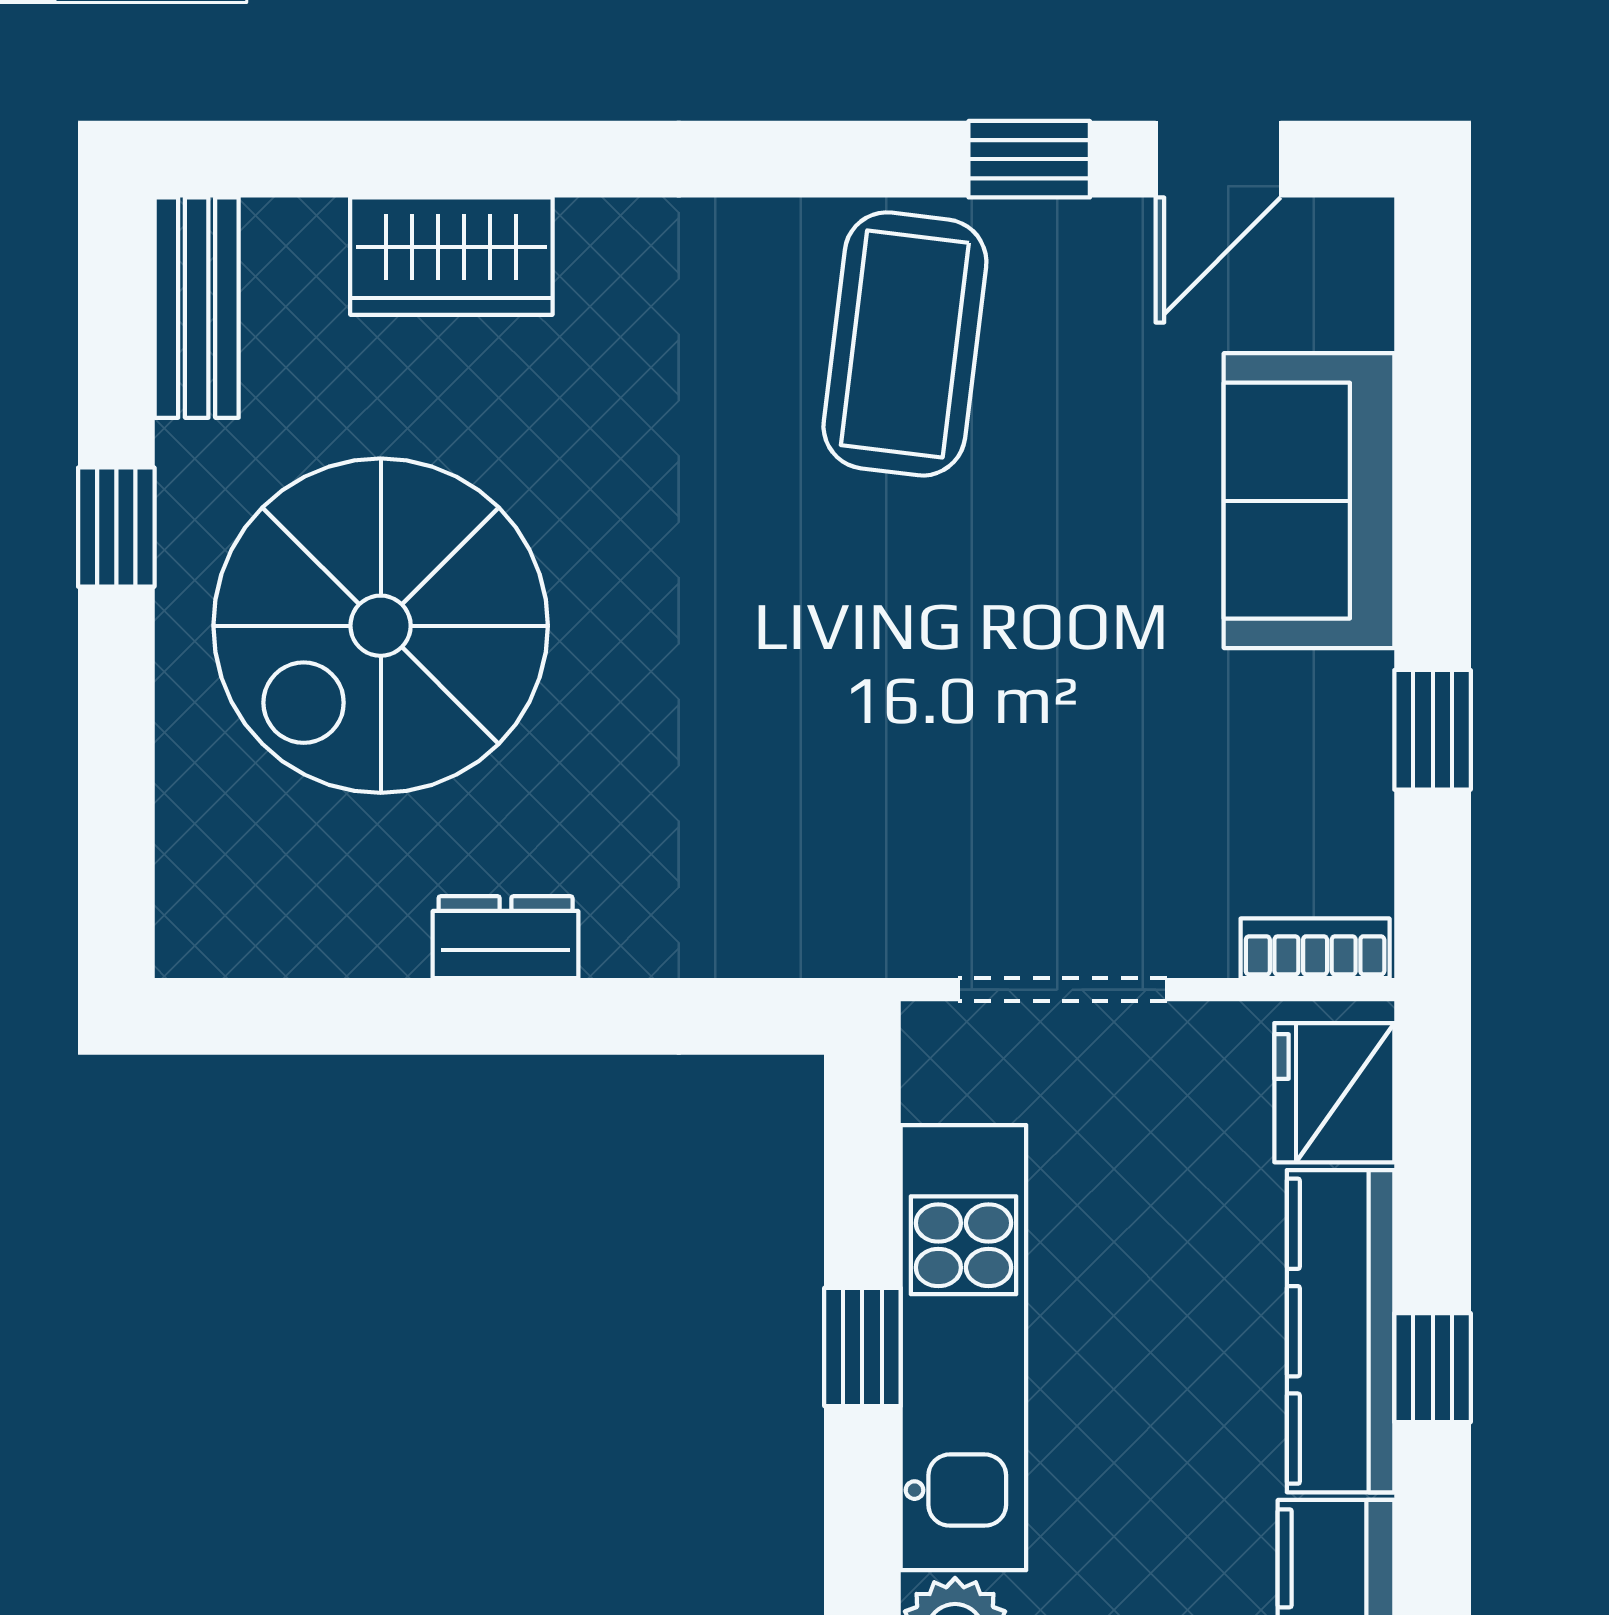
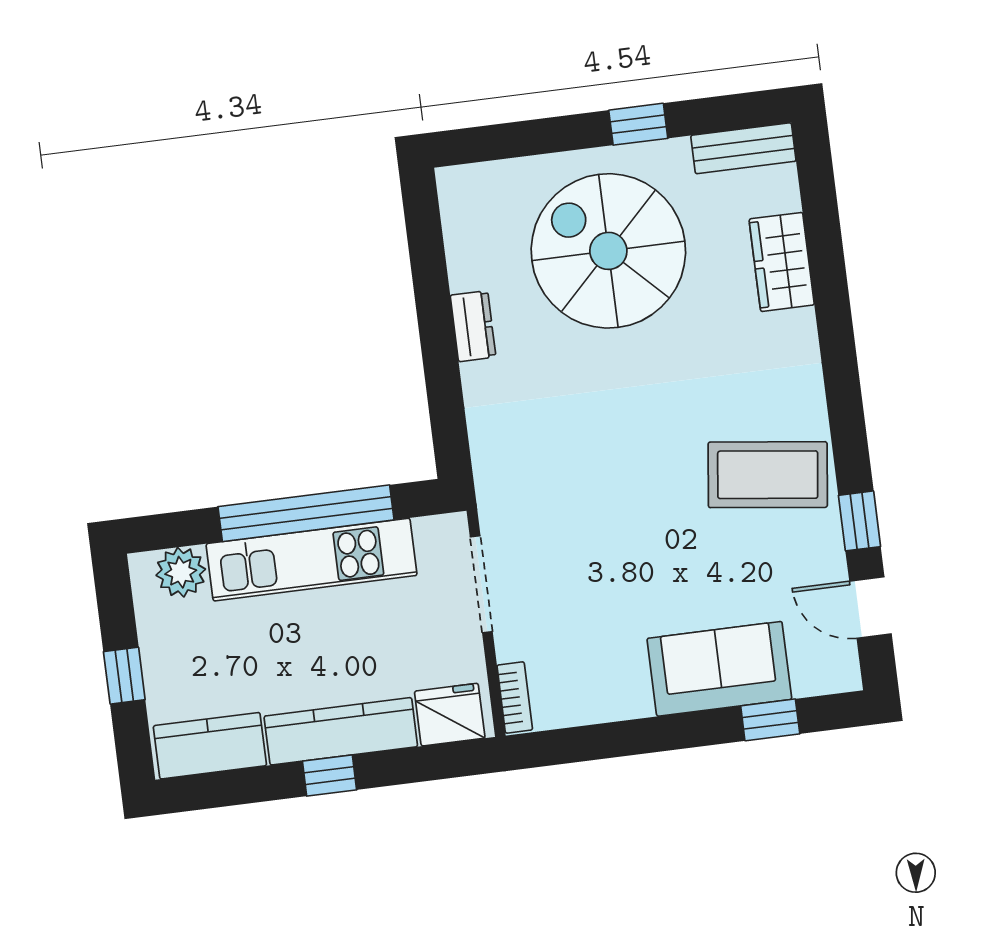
window: (1433, 730) -> (770, 720), moved
window: (862, 1347) -> (306, 513), width x3.17

